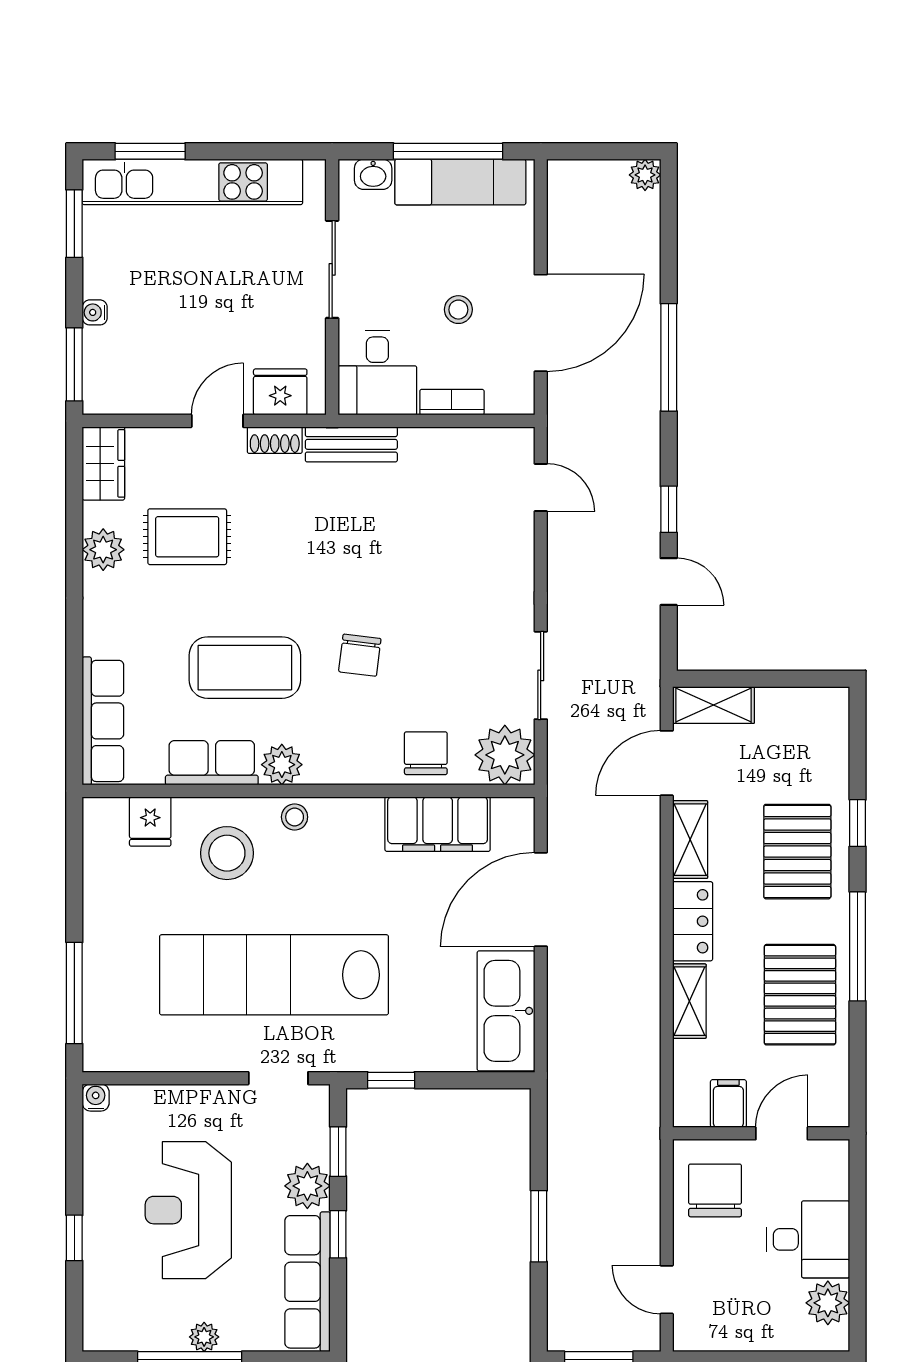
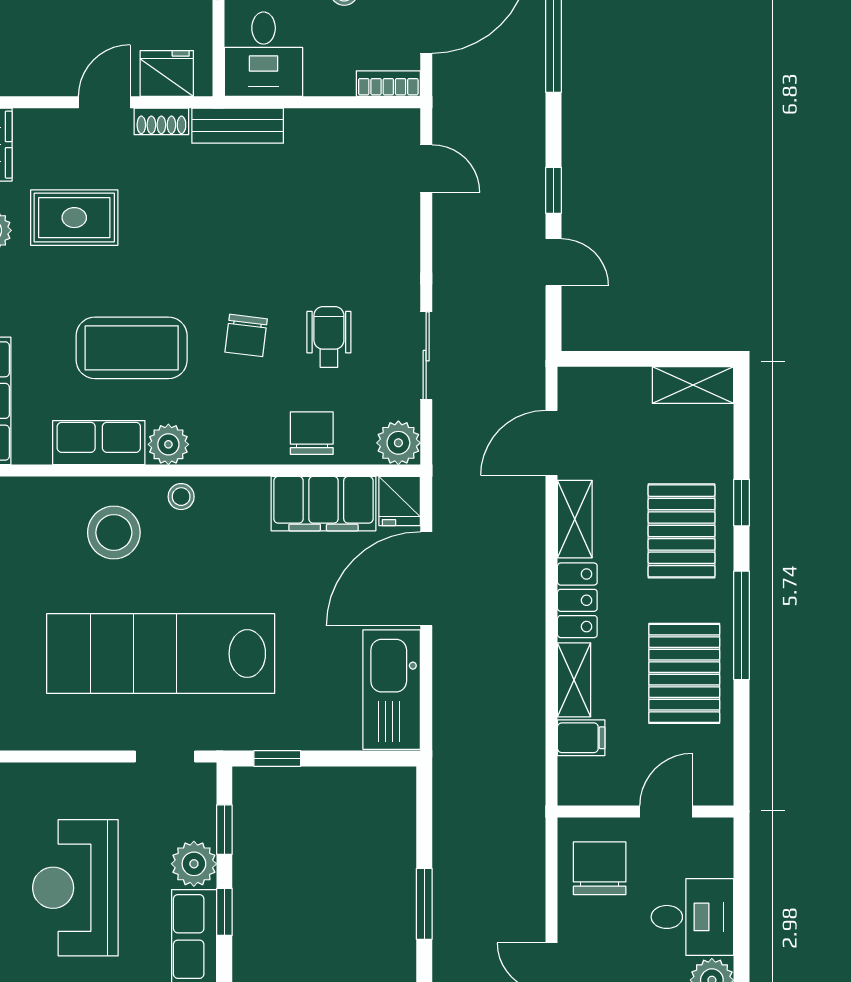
bookcase: (452, 402) -> (388, 84), moved
wheelchair: (443, 657) -> (329, 337), added
shelving: (714, 705) -> (693, 385), moved
plant: (505, 755) -> (398, 443), width x0.73, depth x0.73
fridge: (150, 821) -> (400, 501), moved
filing cabinet: (728, 1104) -> (581, 738), moved, turned 90

